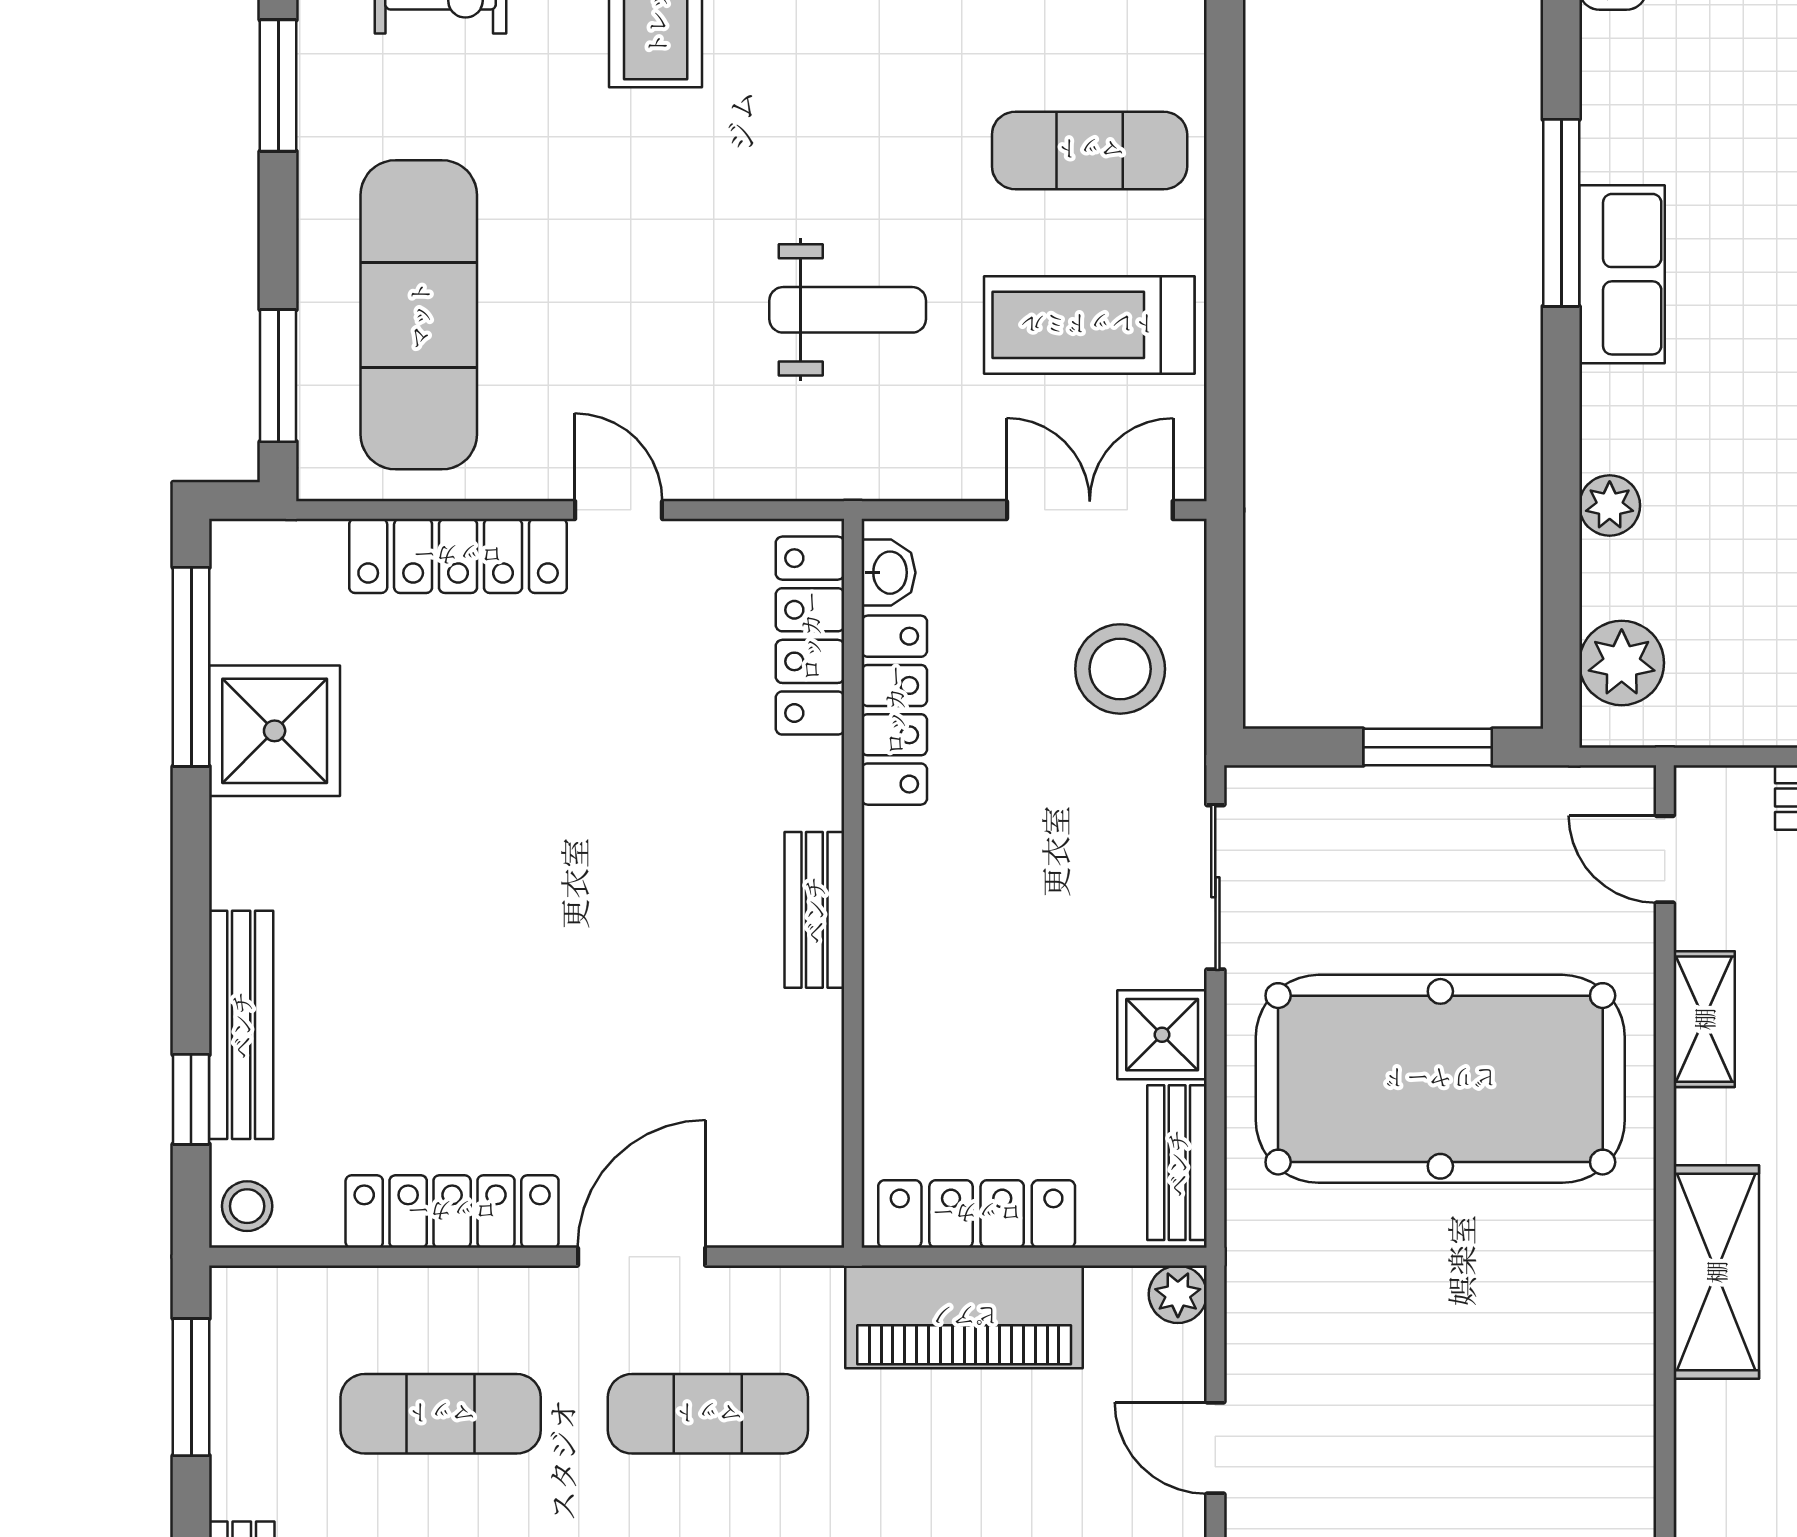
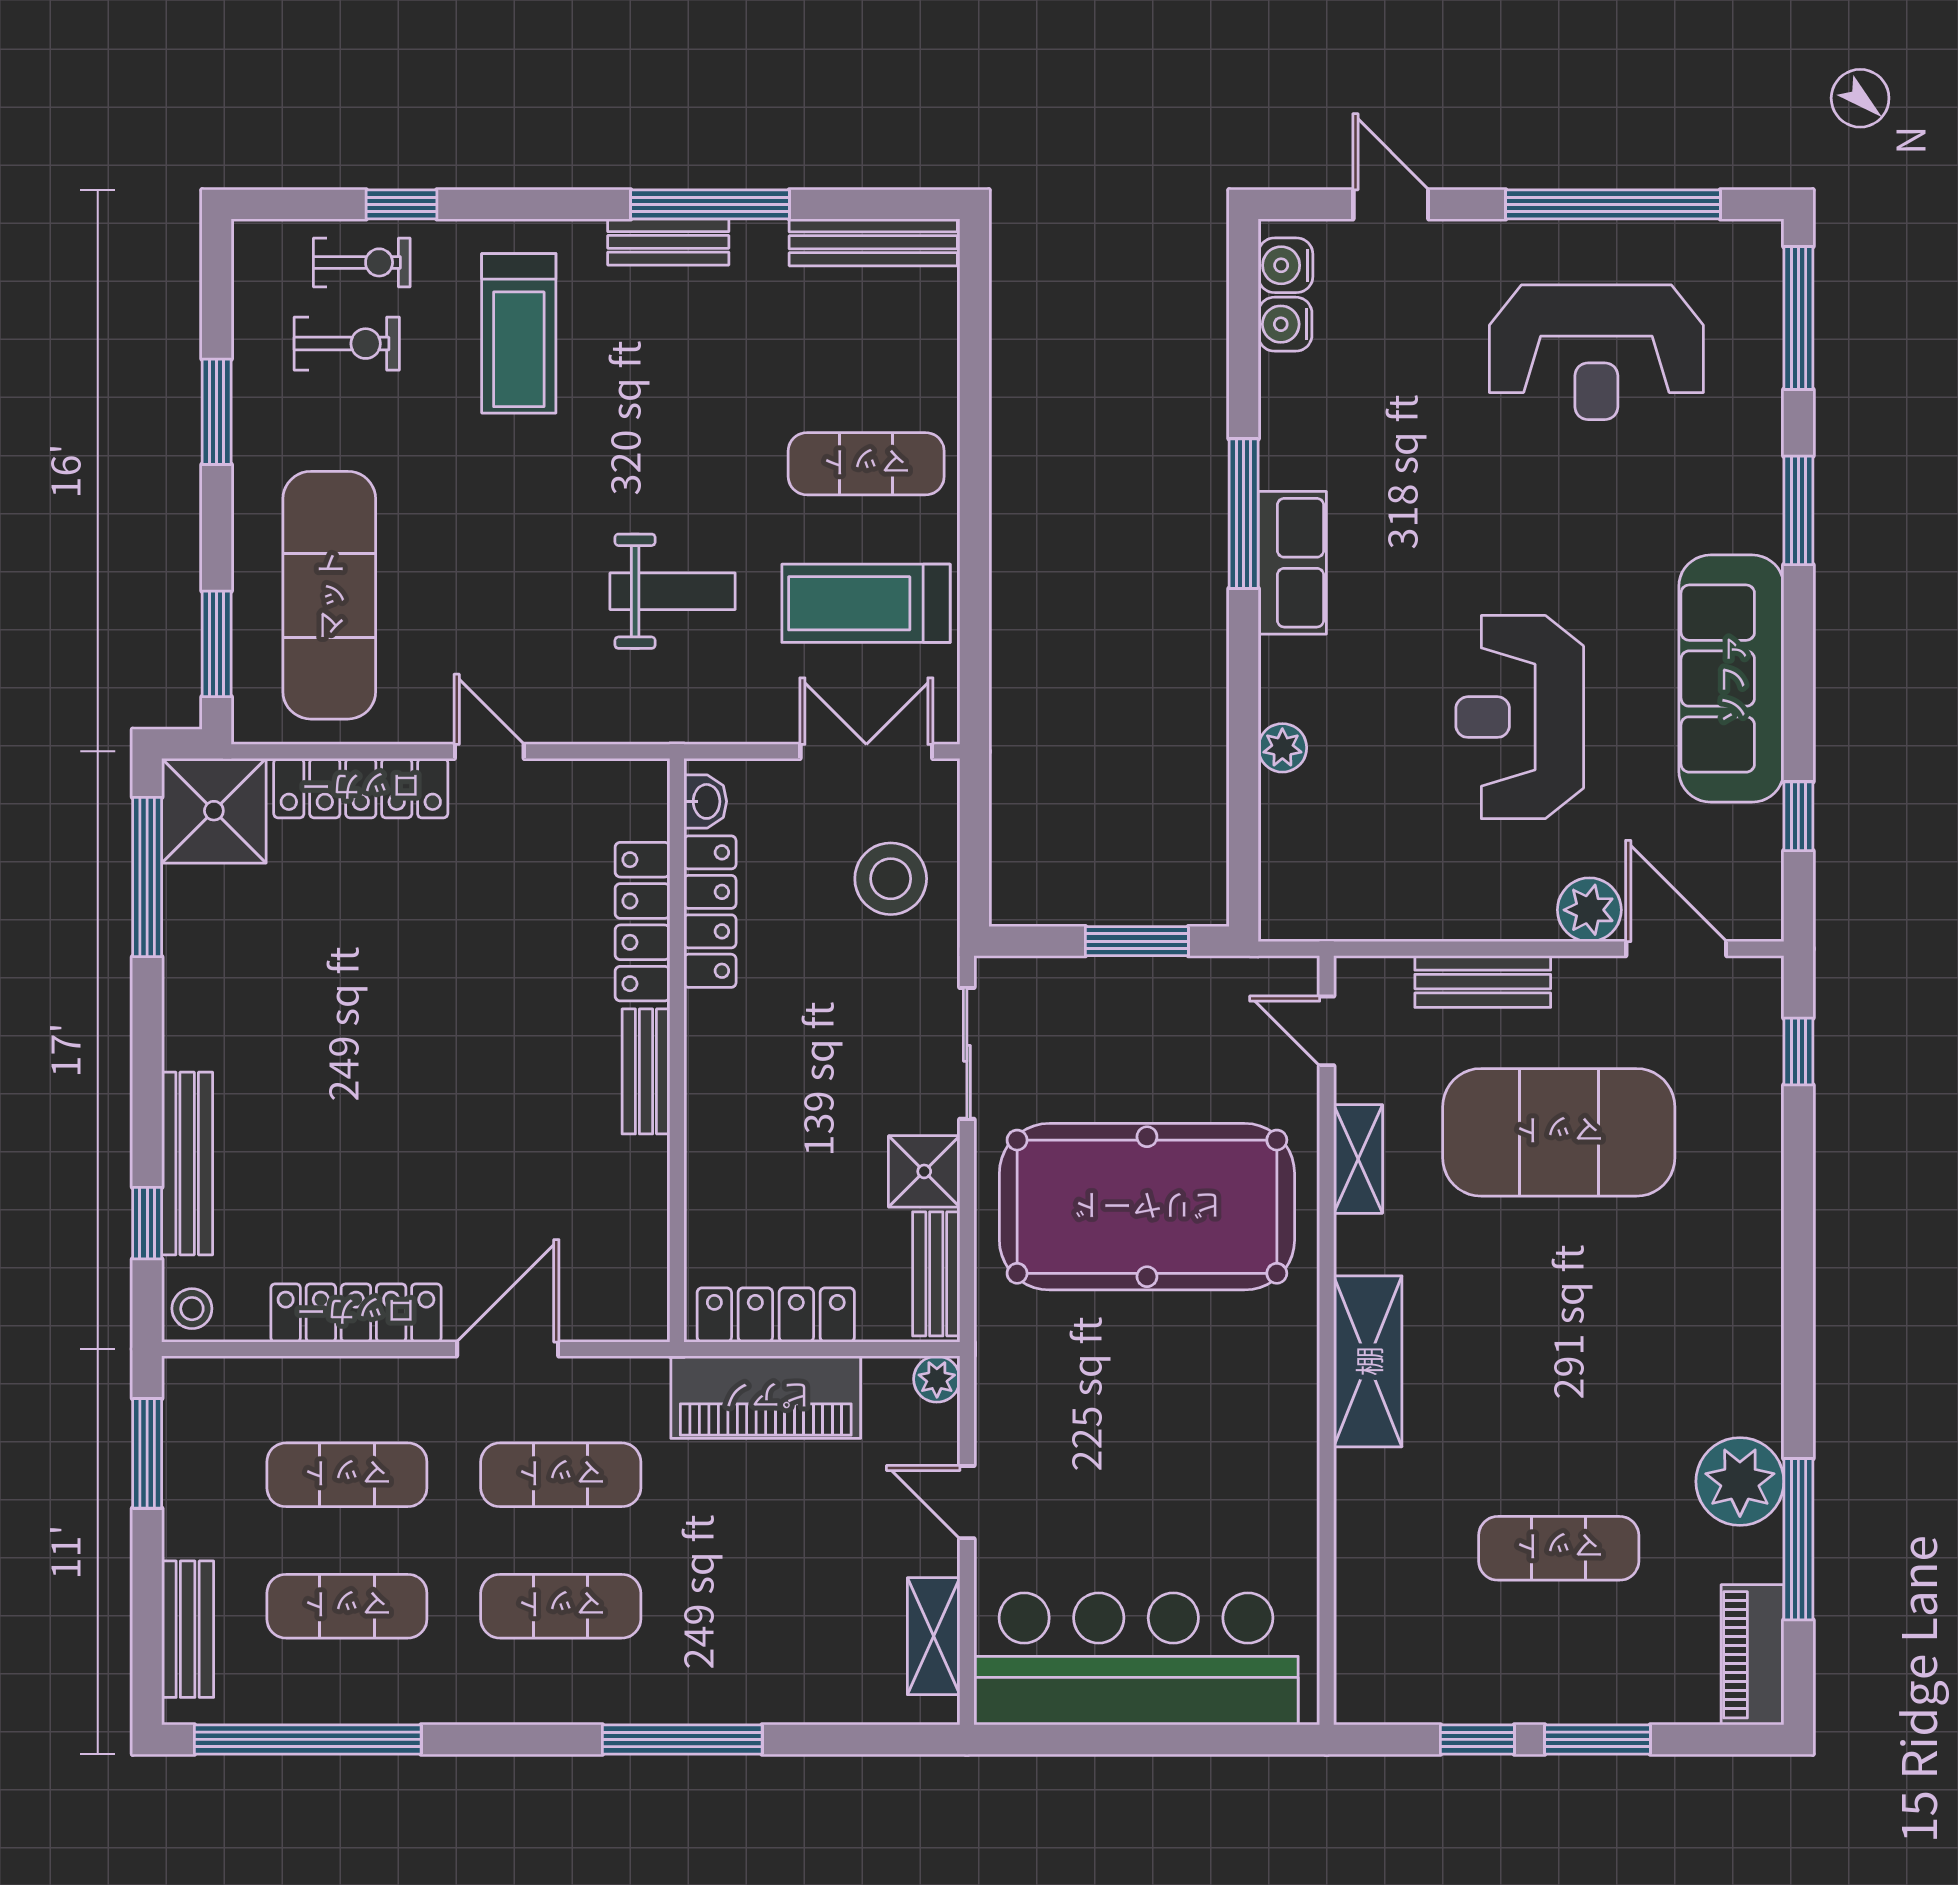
locker: (810, 636) -> (642, 922), moved
plant: (1622, 663) -> (1292, 874), removed
shower: (275, 731) -> (214, 811), moved

